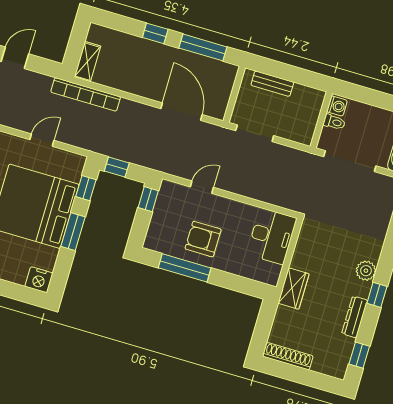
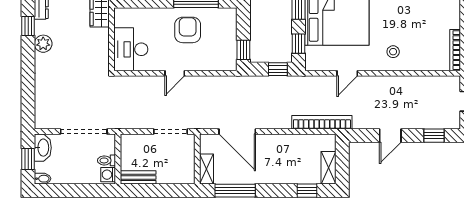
window: (155, 33) -> (307, 191), moved
shelving: (87, 62) -> (328, 168), moved
shelving: (227, 80) -> (207, 169), added
bench: (272, 84) -> (138, 177), moved
door: (202, 187) -> (175, 73), moved
armchair: (203, 239) -> (188, 30), turned -90

